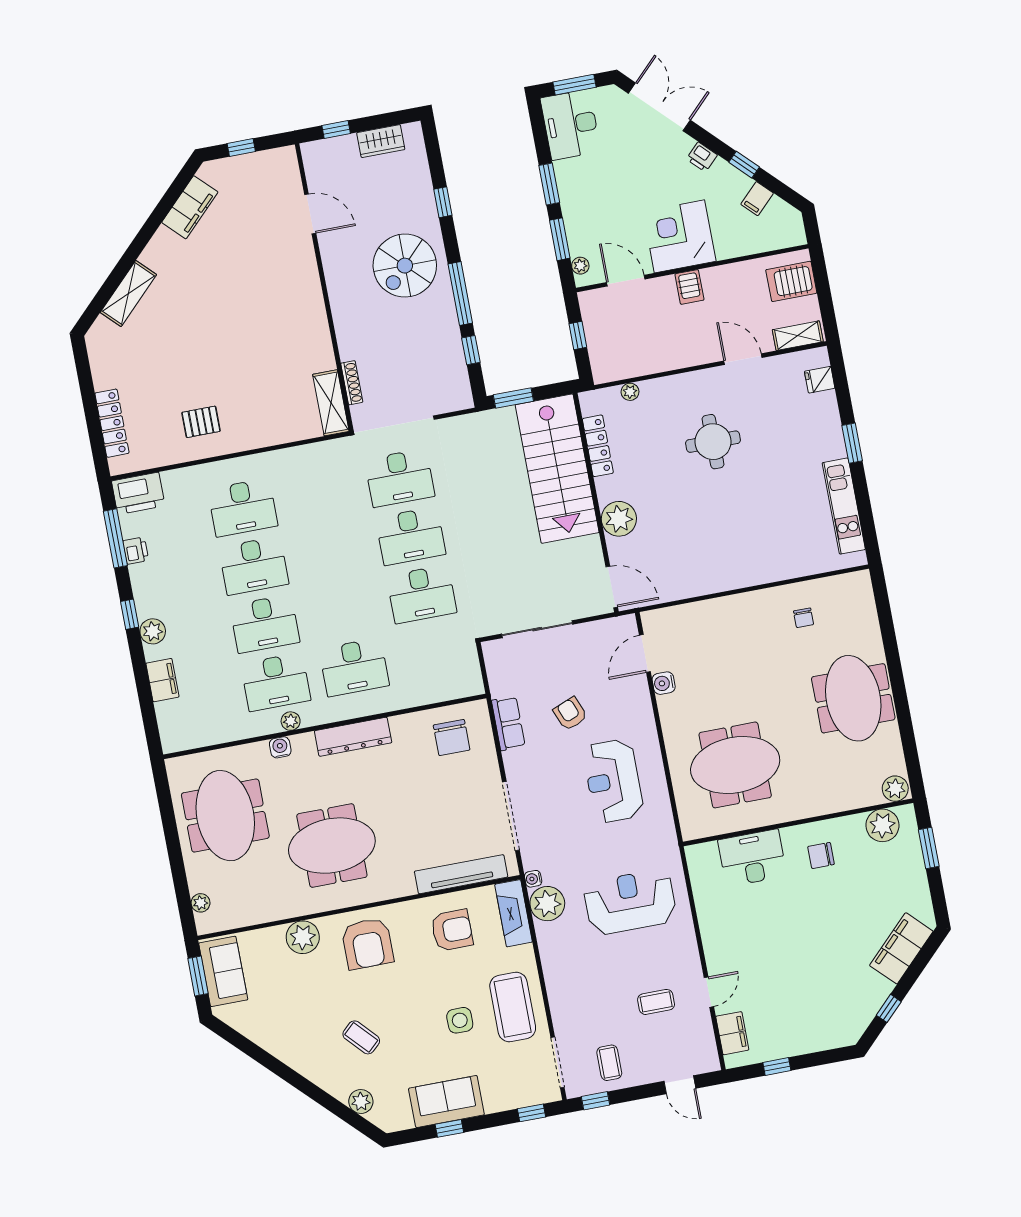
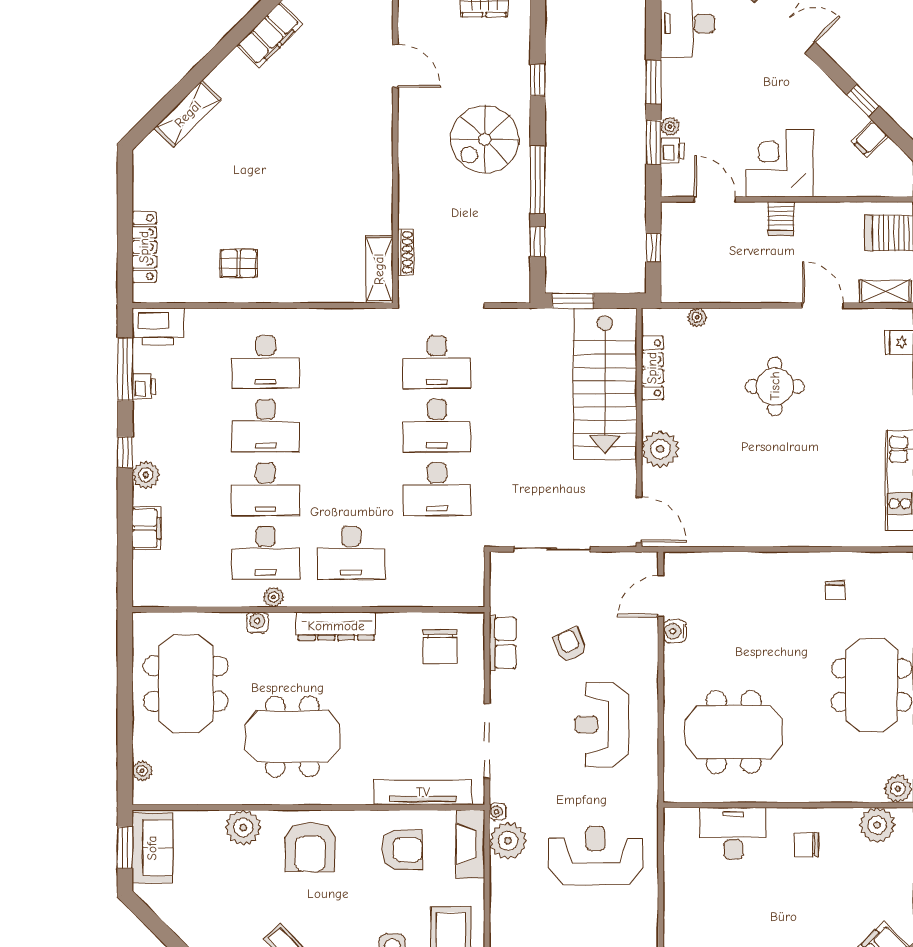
printer: (702, 157) -> (672, 150), moved, turned -135
plant: (580, 266) -> (670, 127), moved

